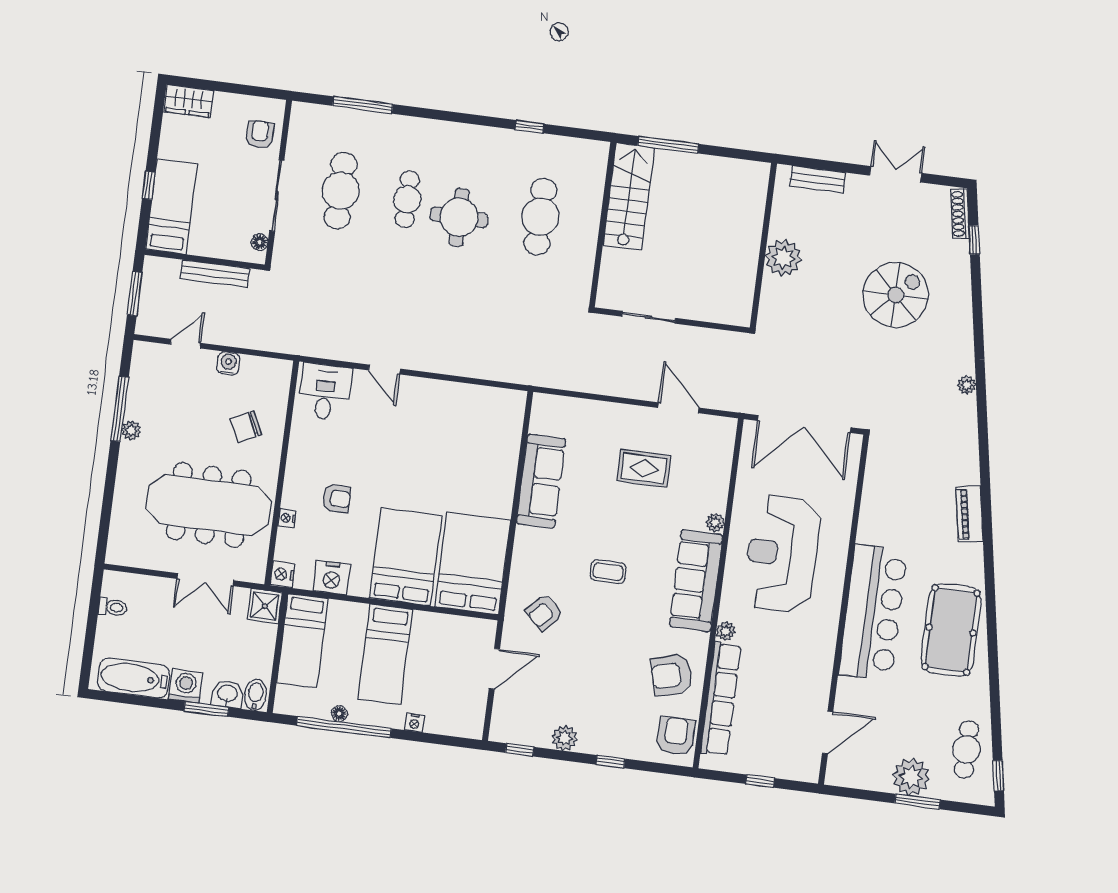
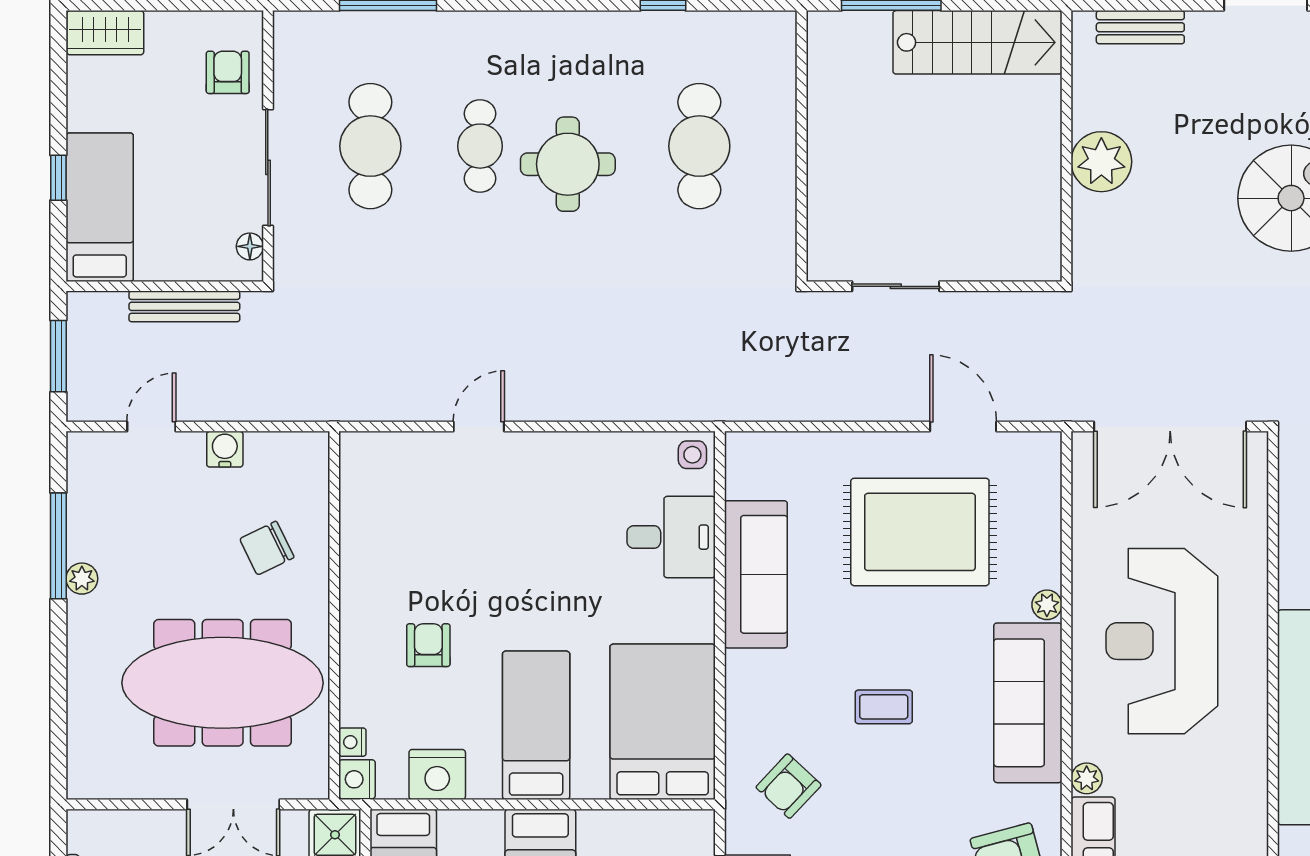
stairs: (629, 197) -> (977, 42), moved, turned 90
door: (384, 370) -> (479, 427), swing flipped
desk: (325, 392) -> (671, 537), moved, turned 90
side table: (512, 404) -> (692, 455), added
rug: (644, 468) -> (920, 532), width x1.86, depth x2.06
armchair: (336, 498) -> (428, 645), turned -90
nightstand: (287, 518) -> (352, 742), moved
bed: (406, 557) -> (536, 725), width x0.67

